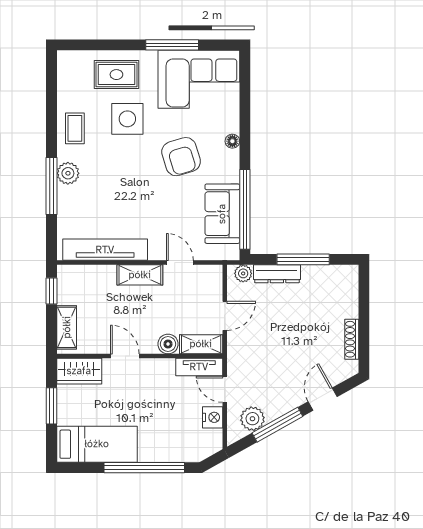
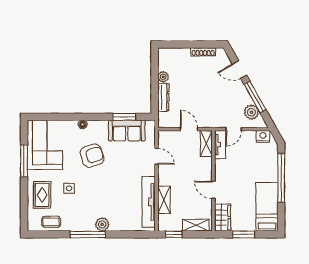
side table: (127, 119) -> (69, 188), width x0.54, depth x0.54
coffee table: (75, 128) -> (51, 222), moved
window: (52, 186) -> (88, 234), moved
window: (245, 209) -> (124, 117), width x0.47
window: (303, 259) -> (155, 81), removed
door: (180, 263) -> (157, 156), swing flipped
plant: (243, 273) -> (163, 77), moved
shelving: (140, 275) -> (164, 200), moved
boiler: (168, 344) -> (206, 164), removed
door: (125, 356) -> (213, 190), hinge flipped
nightstand: (213, 417) -> (263, 136), moved

